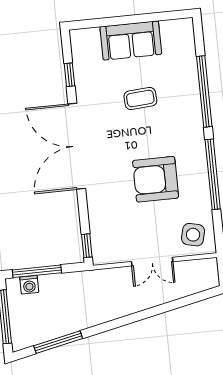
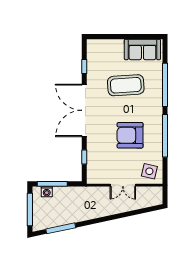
sofa: (131, 41) -> (142, 49), moved
coffee table: (140, 98) -> (126, 85), width x1.86, depth x1.72
window: (87, 246) -> (84, 157), moved

